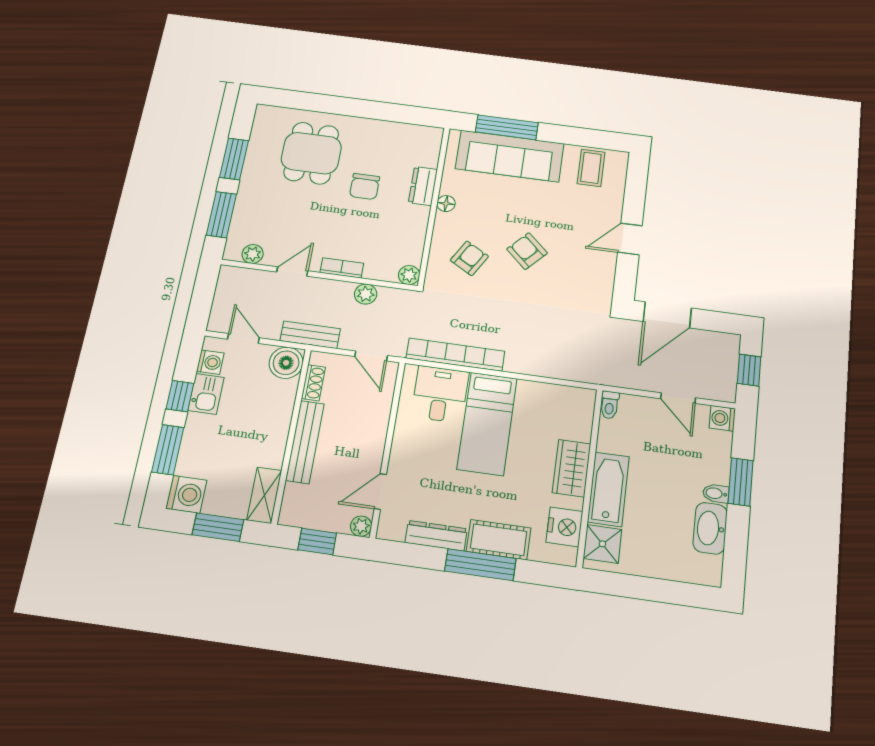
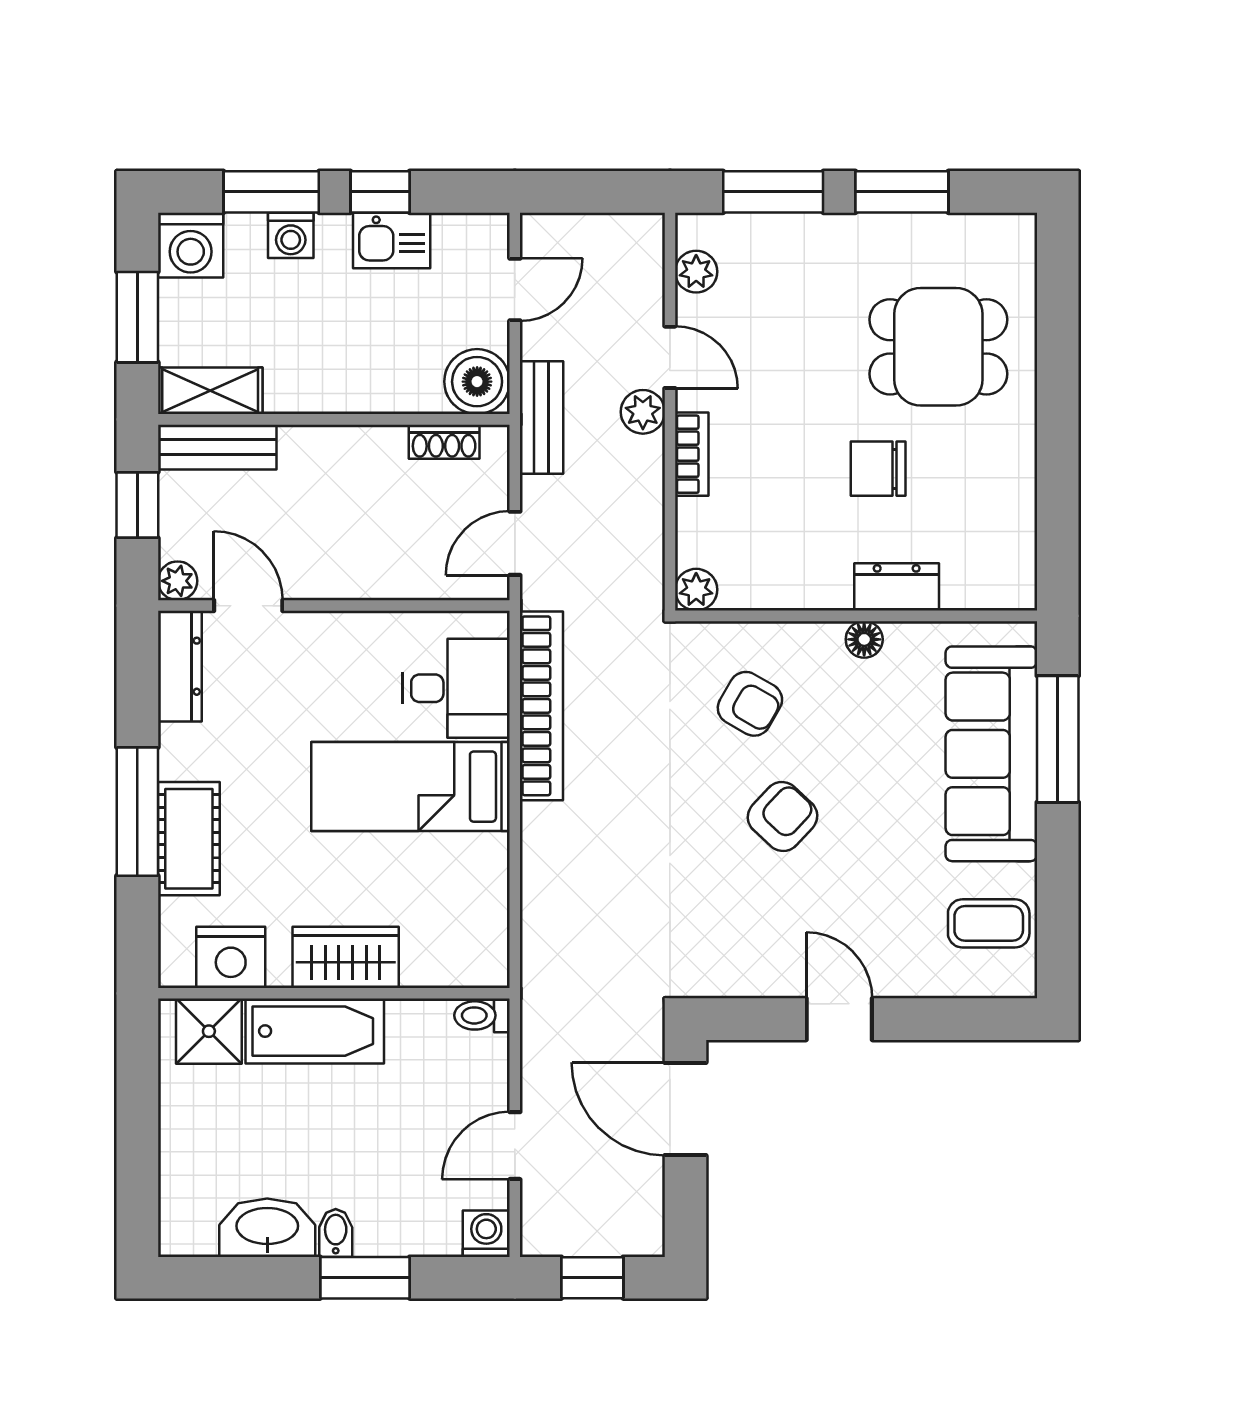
plant: (366, 294) -> (643, 412), moved
washing machine: (210, 362) -> (291, 235), moved
bench: (305, 442) -> (217, 447), moved, width x0.73
dresser: (436, 536) -> (180, 666), moved

